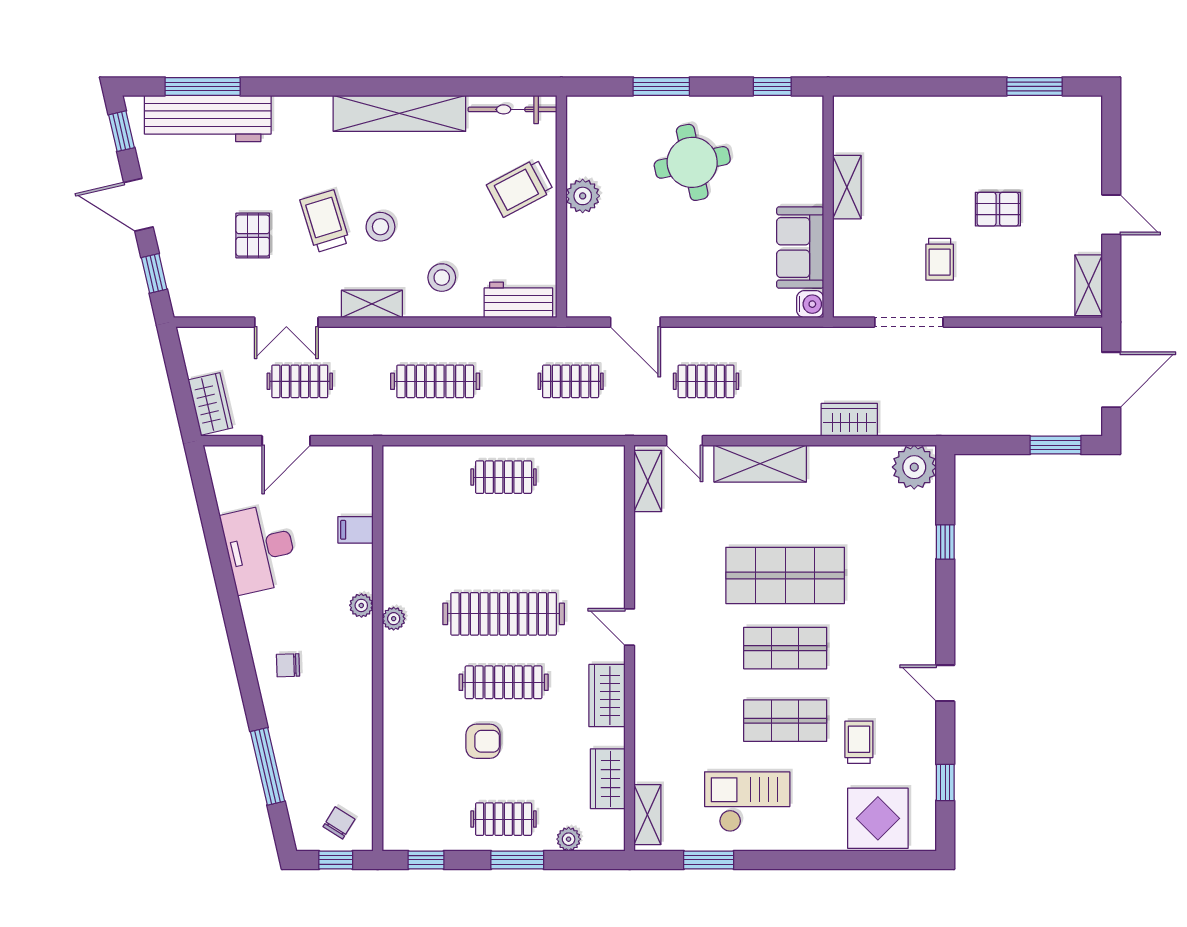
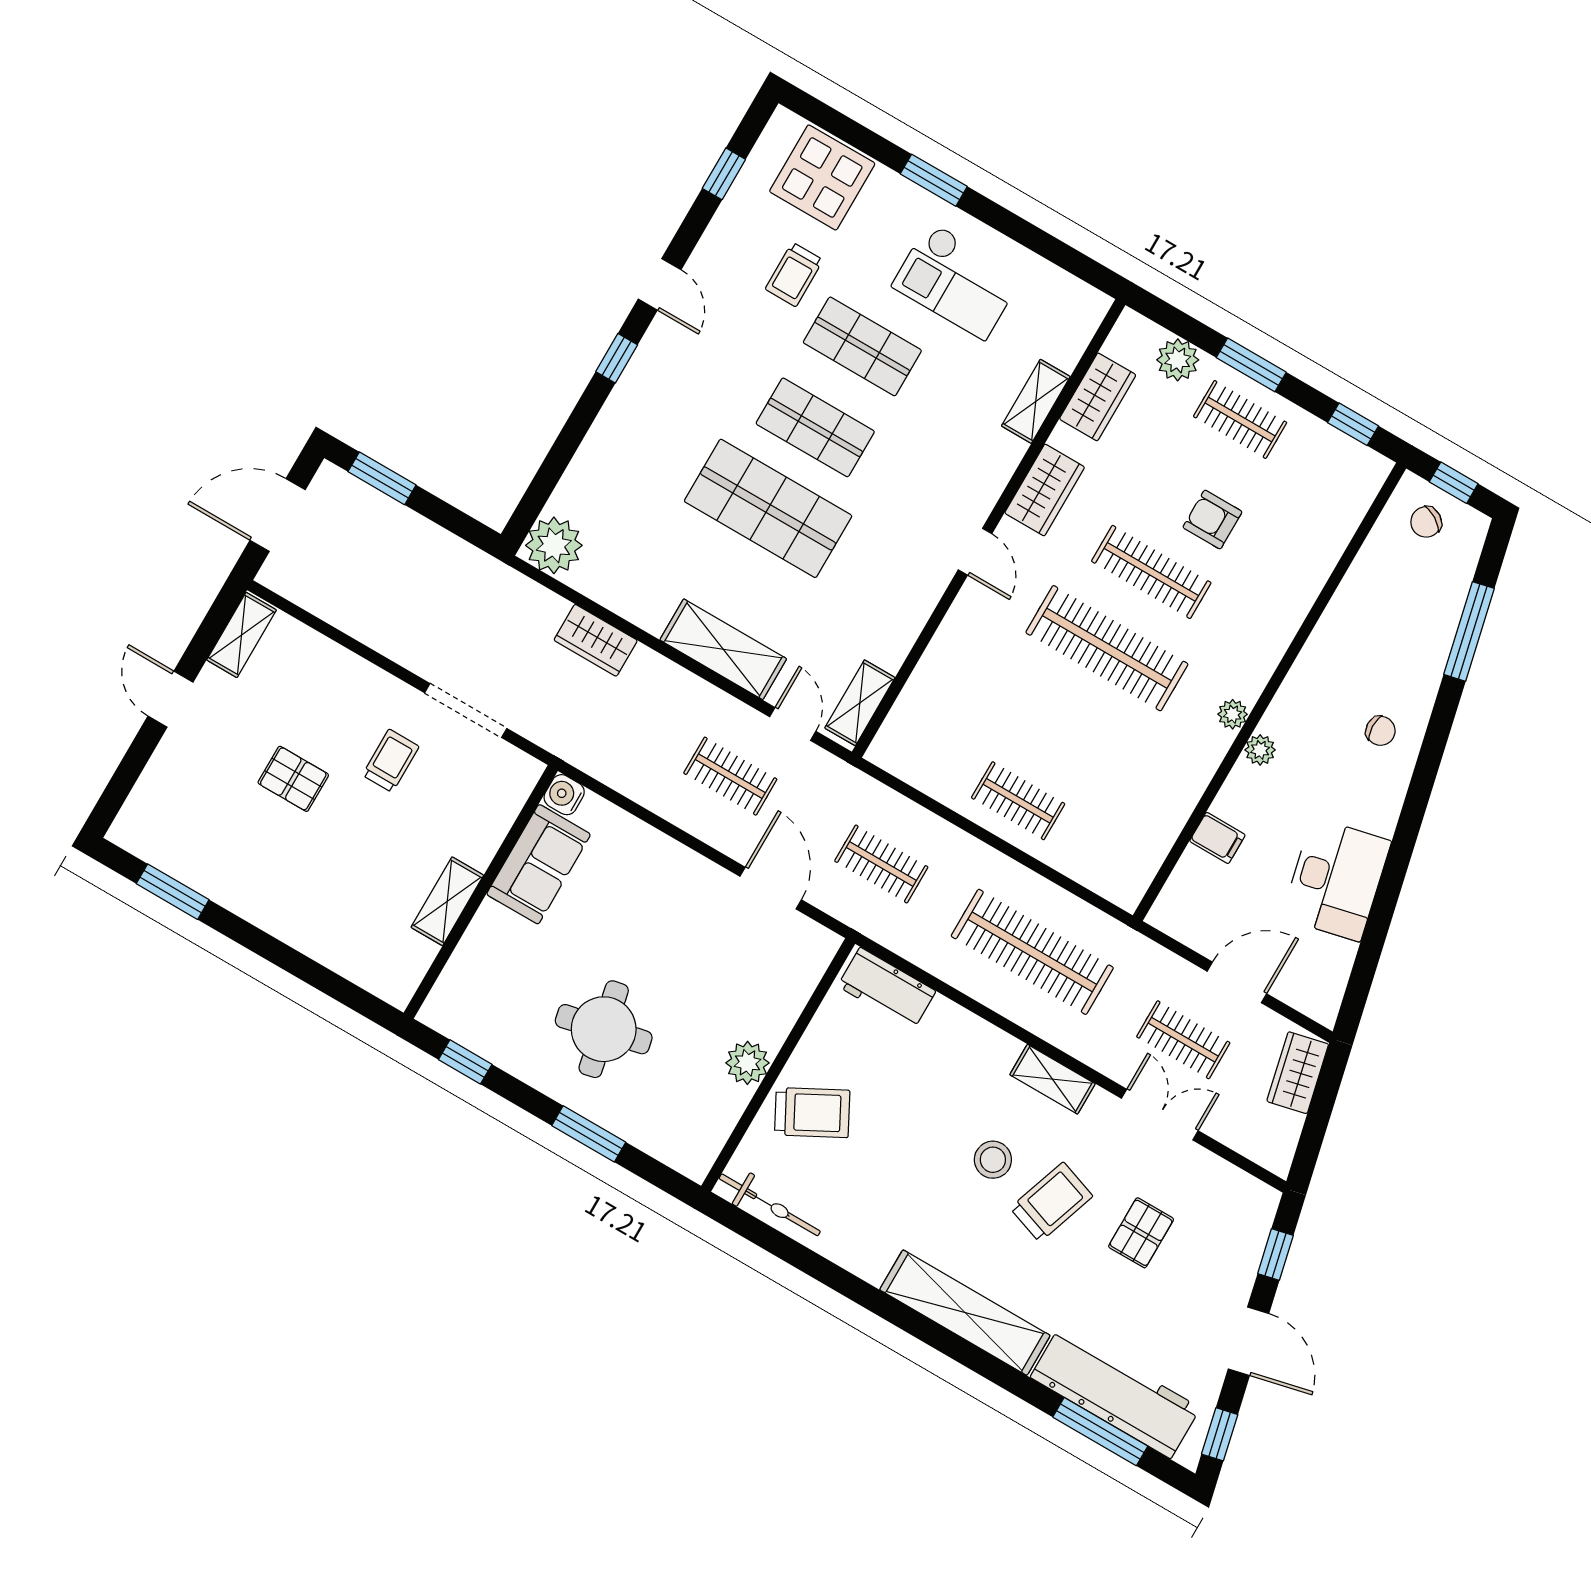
shelving: (399, 113) -> (965, 1313), moved
trolley: (325, 221) -> (1051, 1202), turned -144
stool: (442, 278) -> (958, 1063), removed
clothes rail: (435, 381) -> (1032, 952), width x1.37, depth x1.31
window: (945, 542) -> (617, 358), moved
shelving: (647, 815) -> (1036, 401), moved
plant: (569, 839) -> (1178, 360), width x1.38, depth x1.38
window: (709, 860) -> (934, 180), moved

